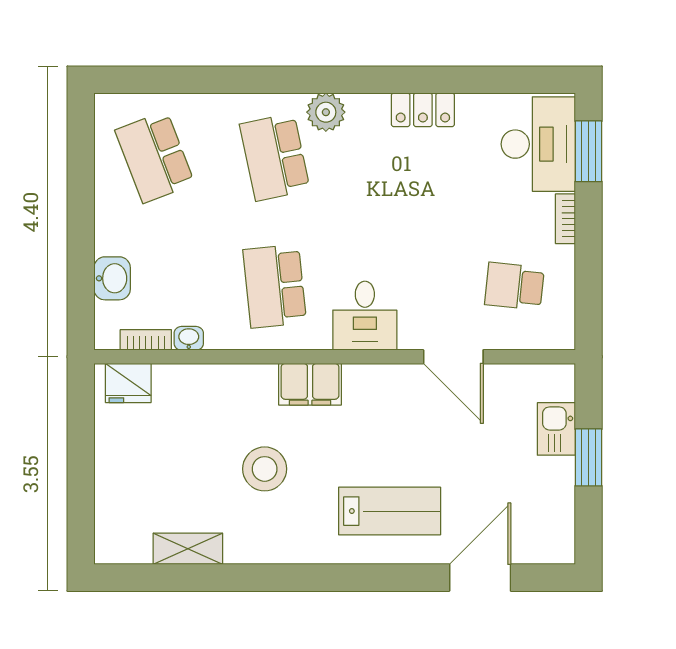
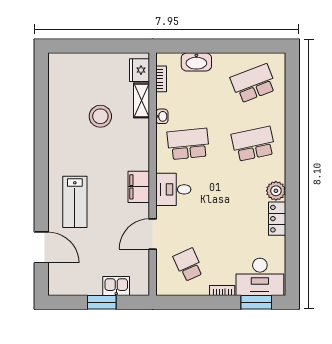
plant: (326, 112) -> (276, 191), moved
washbasin: (112, 278) -> (196, 62), width x1.38
school desk: (514, 286) -> (188, 265), turned -30
washbasin: (189, 338) -> (162, 116), moved
filing cabinet: (310, 384) -> (139, 187), moved
stool: (265, 469) -> (100, 116), moved
shelving: (188, 549) -> (141, 100), moved

